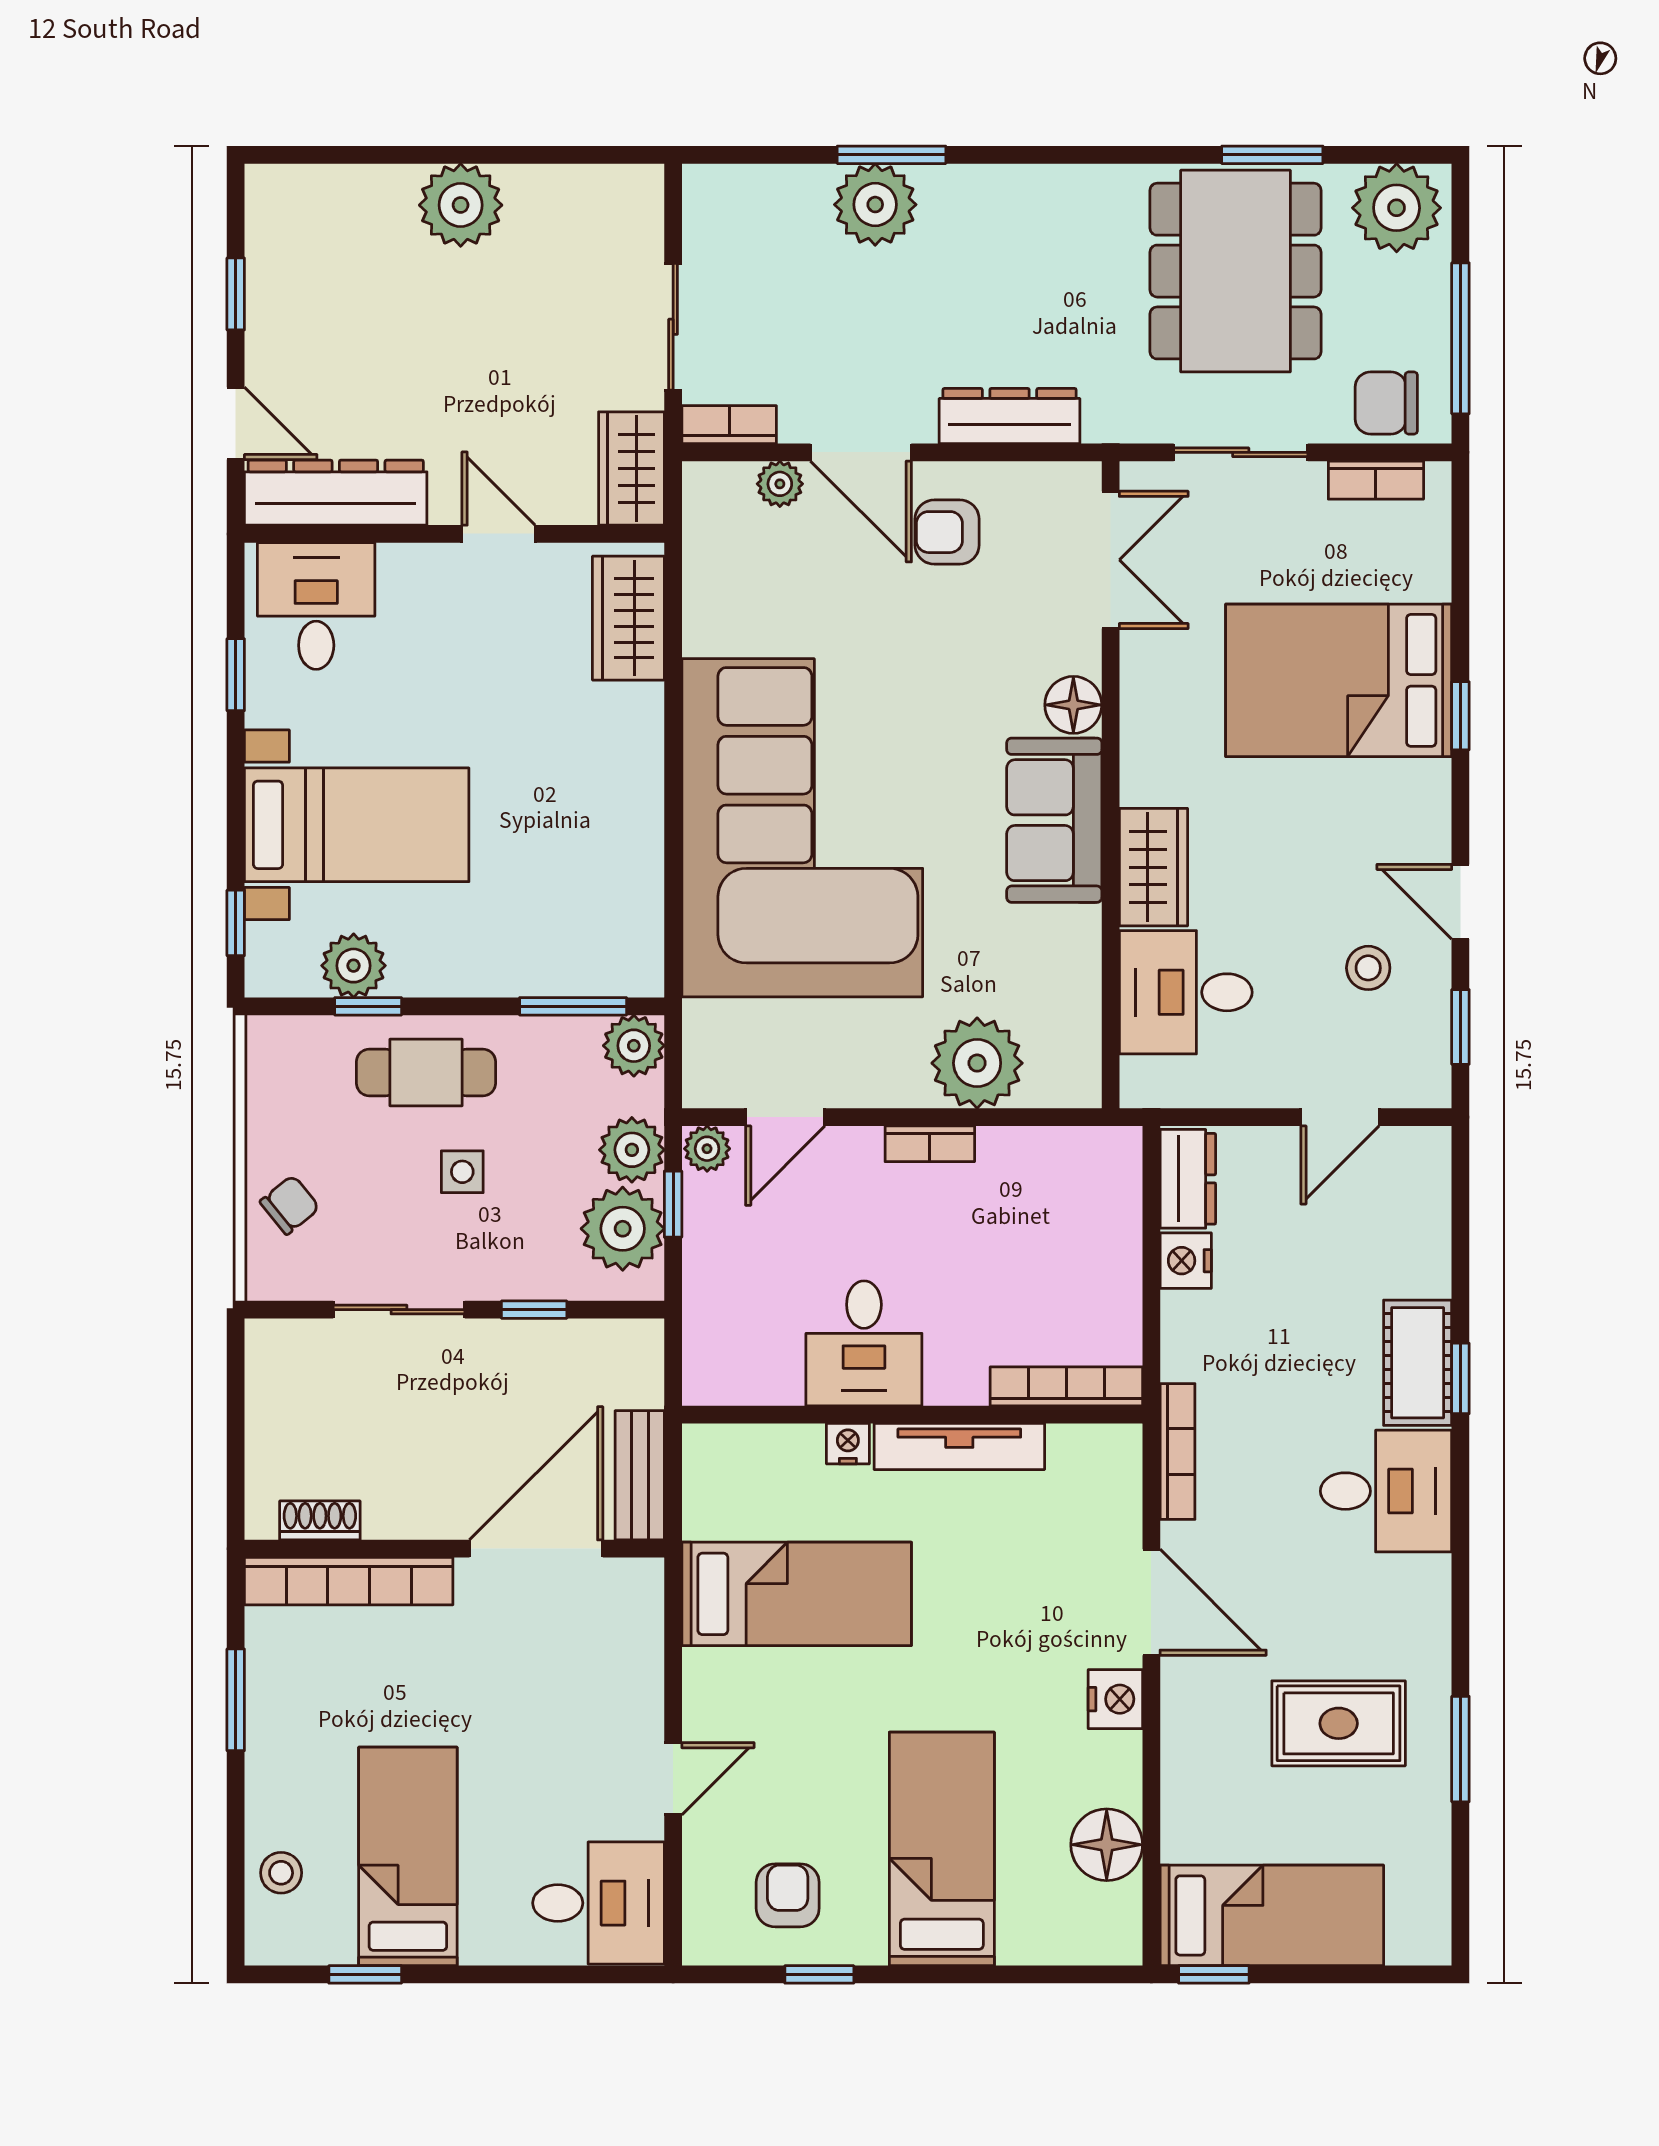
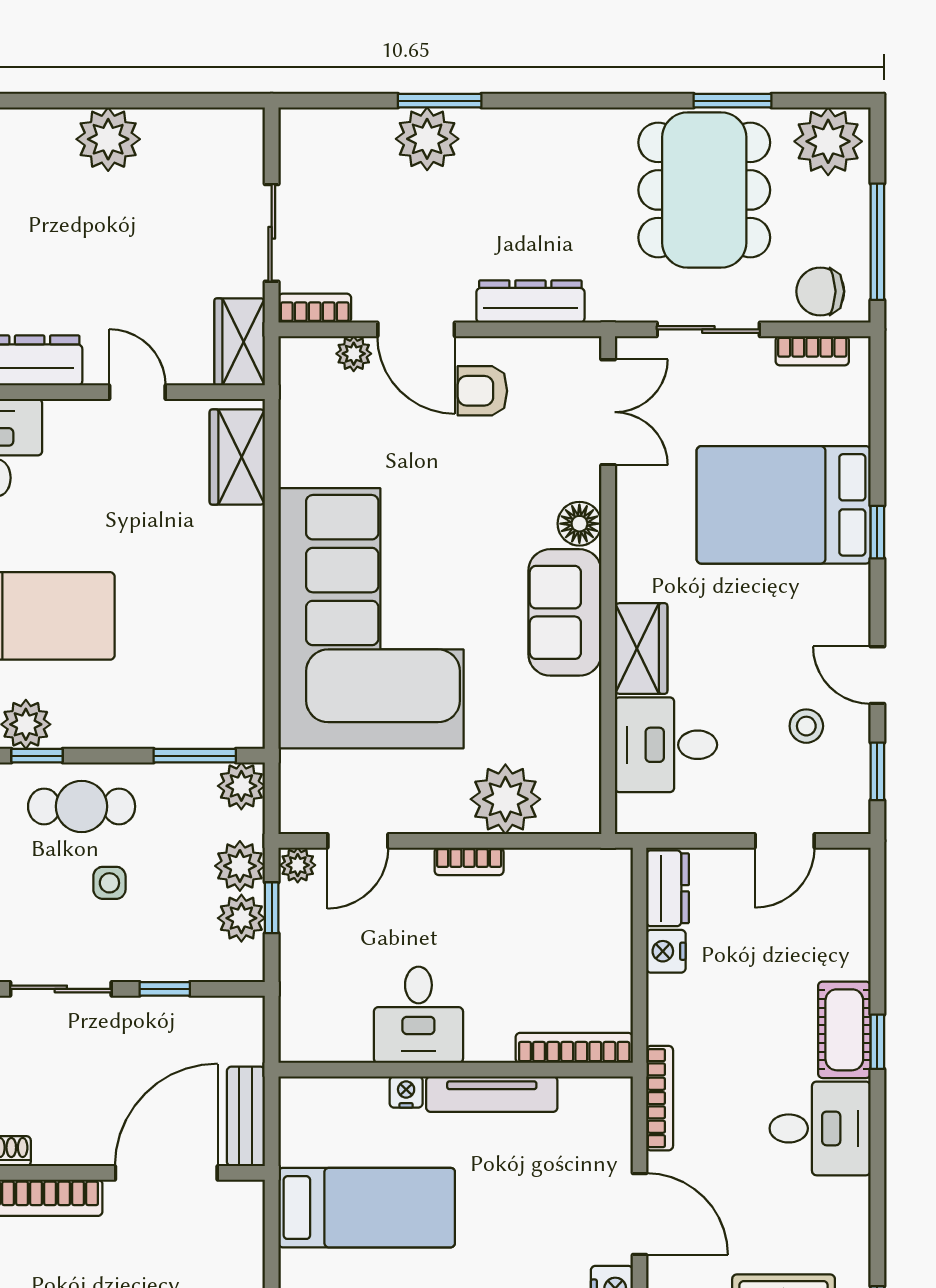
plant: (623, 1229) -> (241, 918), width x0.73, depth x0.73

